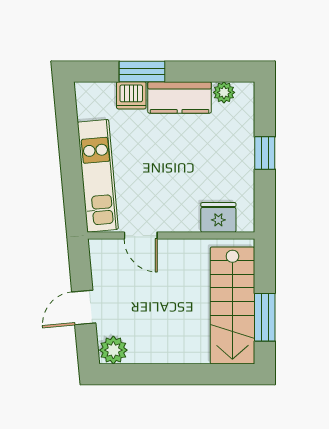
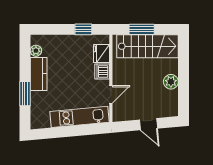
dishwasher: (131, 95) -> (102, 71), moved, turned 180
window: (265, 153) -> (83, 29), moved
window: (265, 317) -> (142, 29), moved
plant: (113, 350) -> (171, 82), moved

